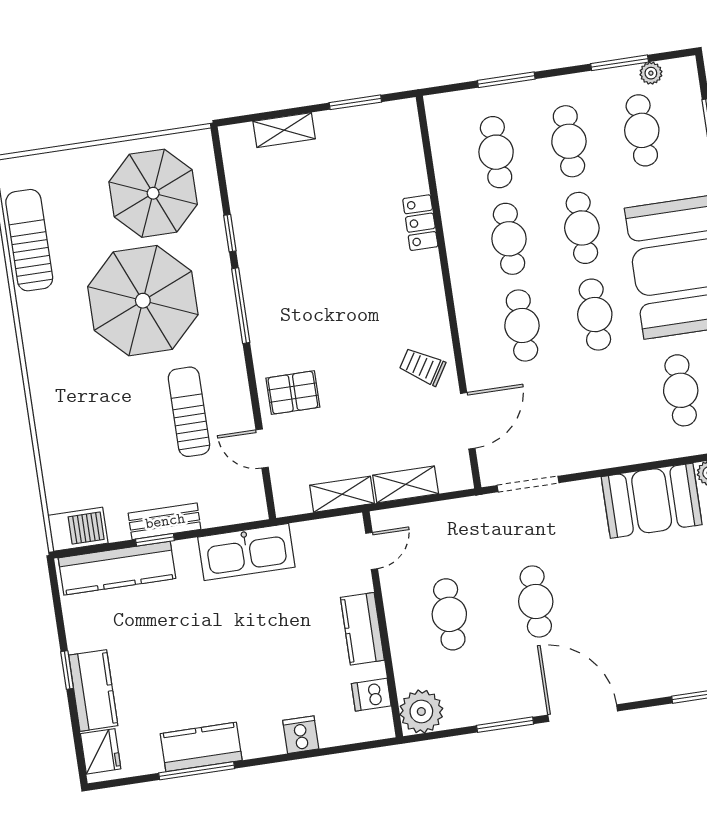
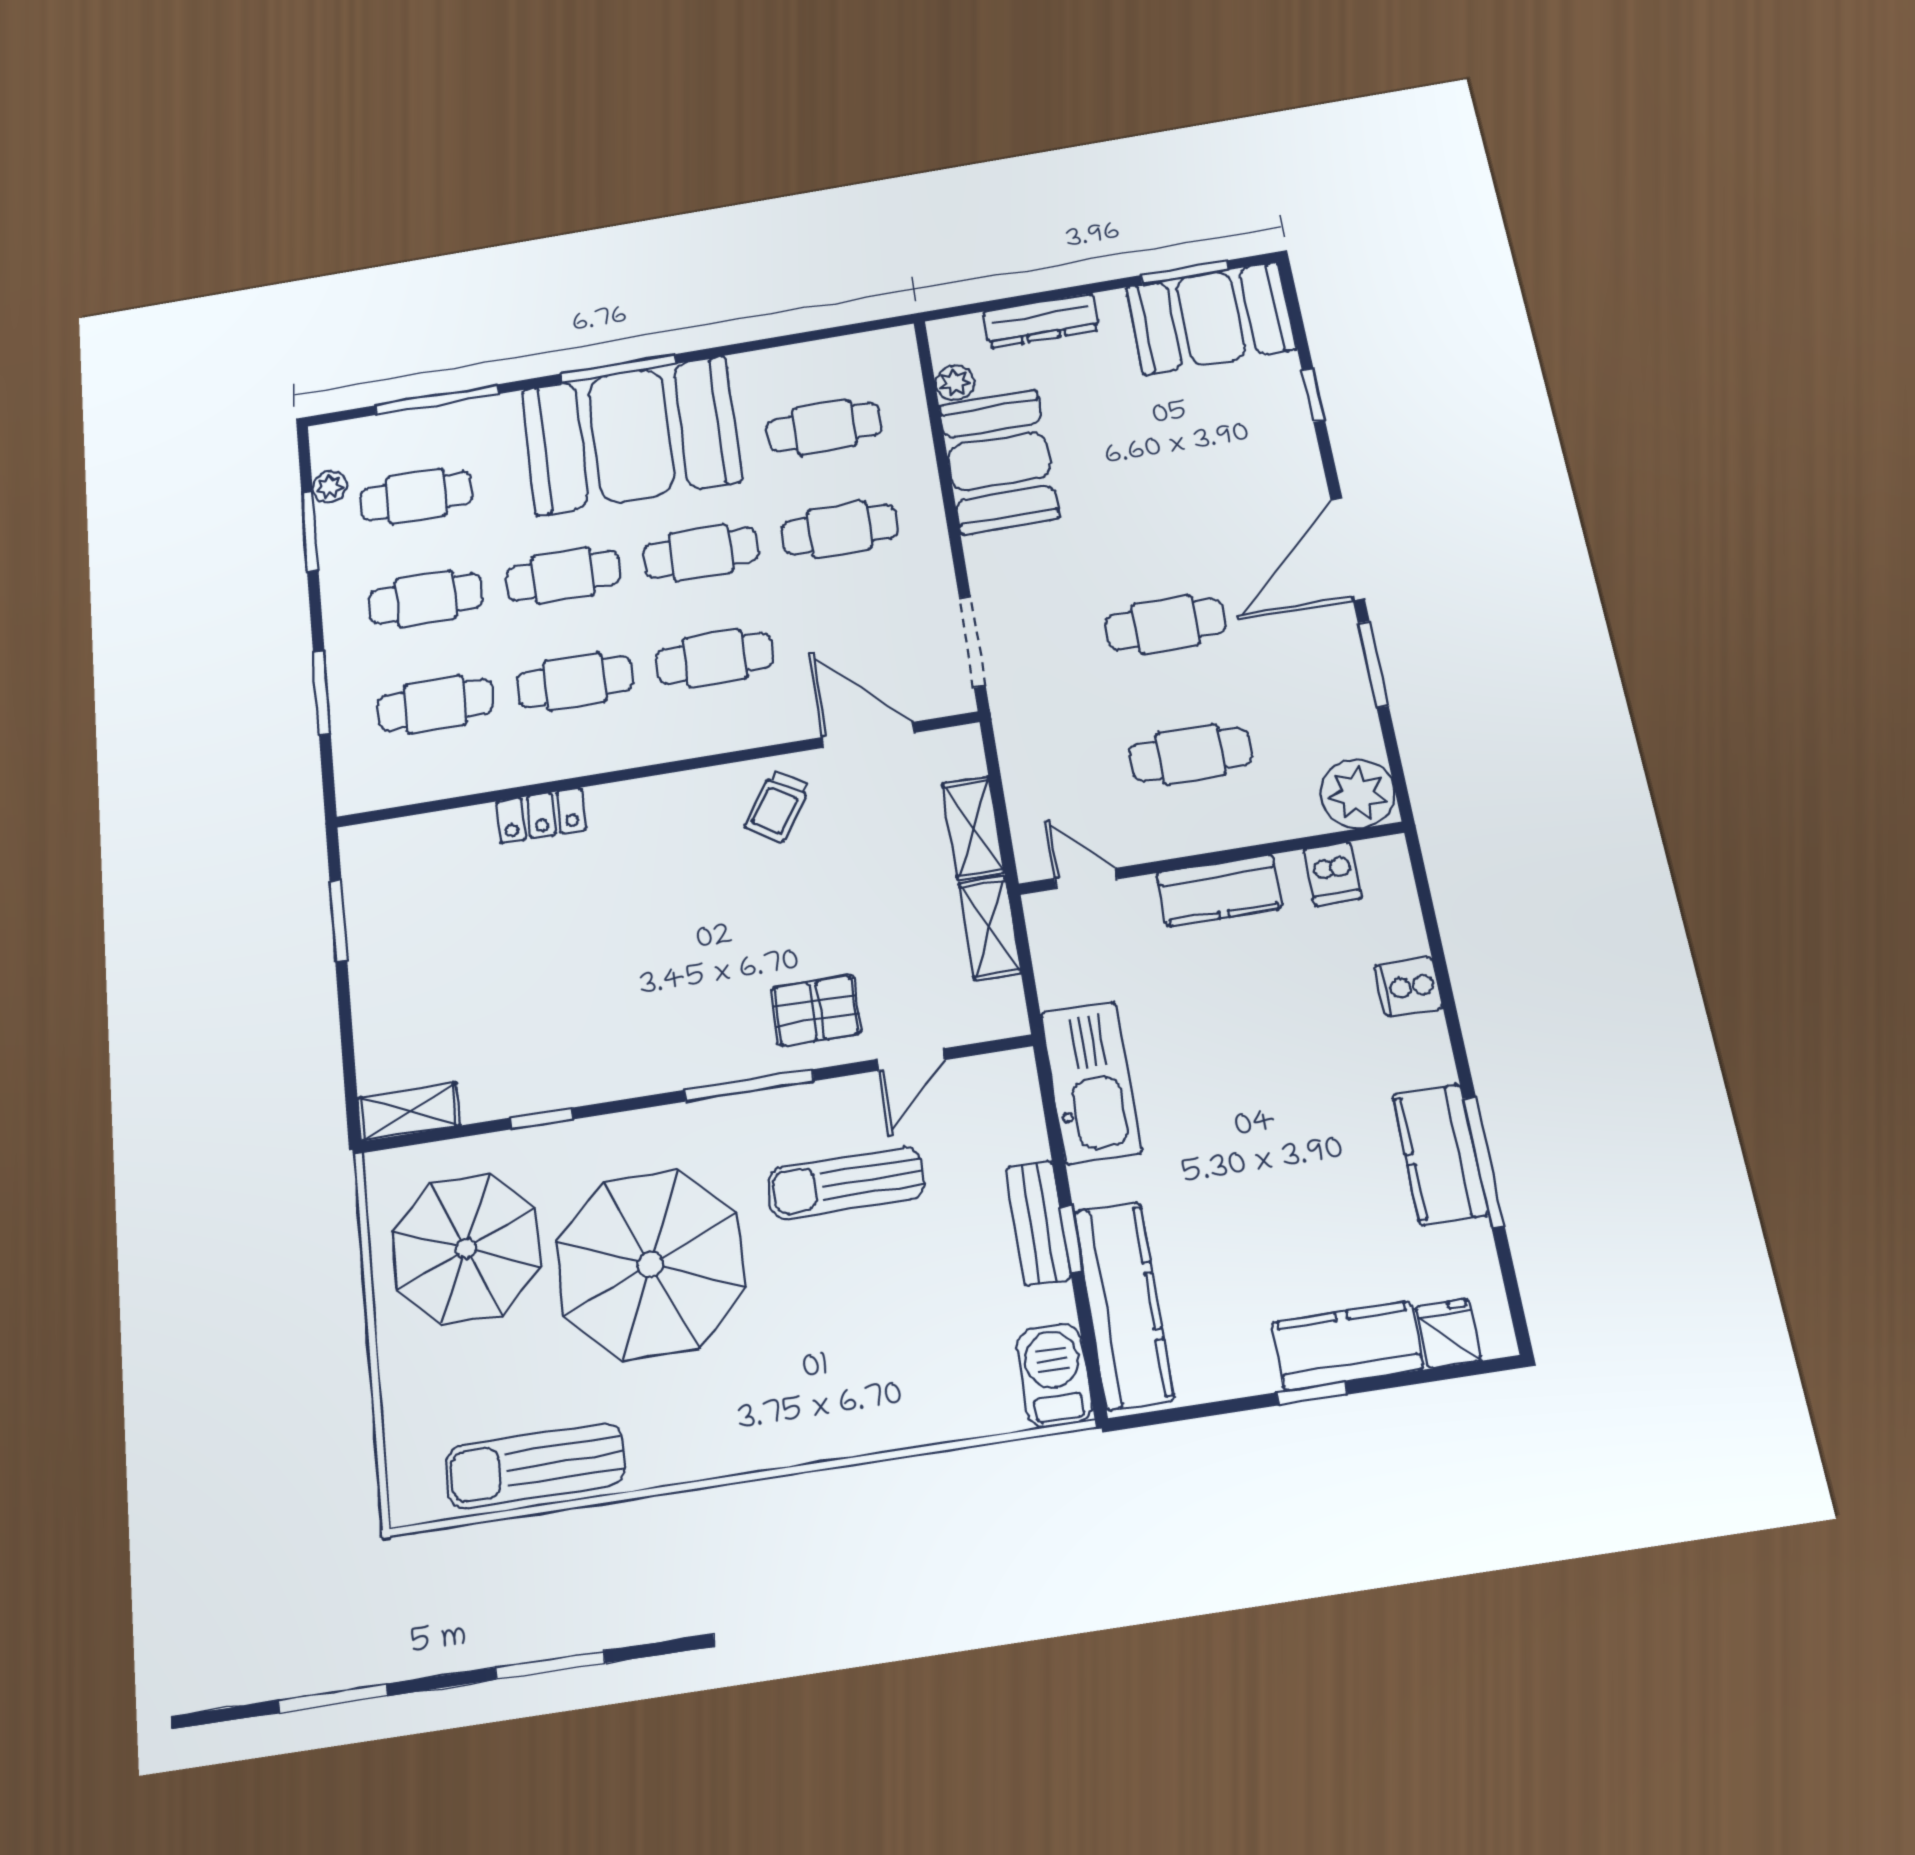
shelving: (284, 130) -> (409, 1112), moved, turned 90
window: (241, 306) -> (749, 1085), moved
pallet: (293, 393) -> (816, 1011), turned 90
cafe table: (608, 401) -> (839, 530), added
fridge: (101, 751) -> (1448, 1333), width x0.72

